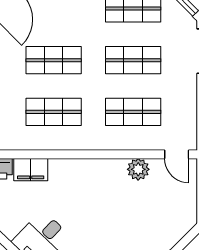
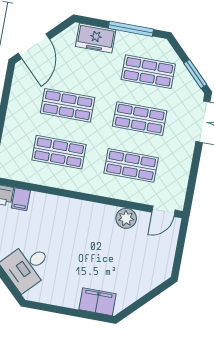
door: (177, 154) -> (163, 211), hinge flipped
filing cabinet: (31, 170) -> (21, 199), width x0.50

